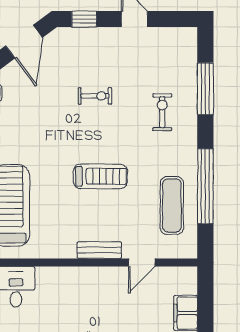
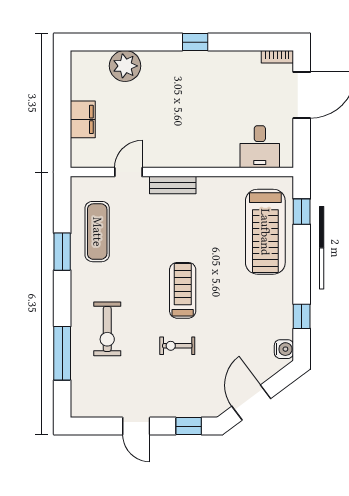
exercise bike: (162, 112) -> (107, 329), width x1.38, depth x1.39
treadmill: (100, 176) -> (183, 290), moved, turned 90
window: (205, 186) -> (62, 252), width x0.47

